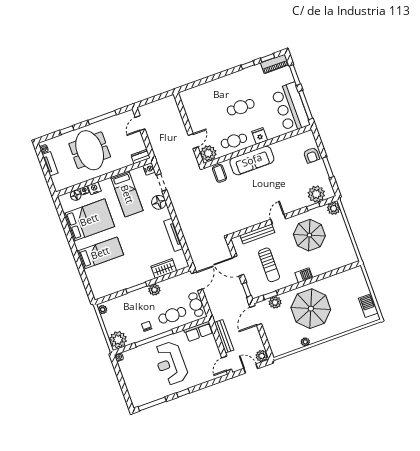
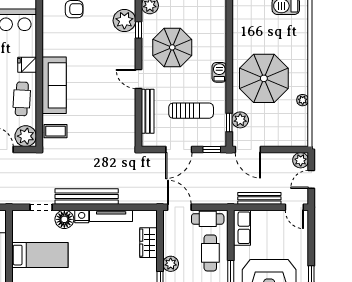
nightstand: (149, 169) -> (82, 216), moved
bench: (181, 212) -> (87, 196), added

